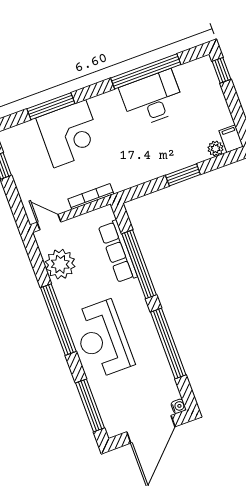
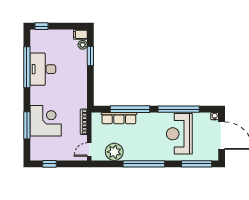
window: (183, 175) -> (90, 56), moved
reception desk: (102, 339) -> (179, 134), moved, turned 90

